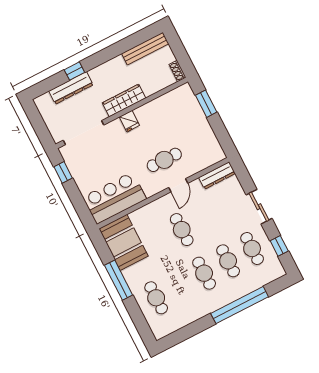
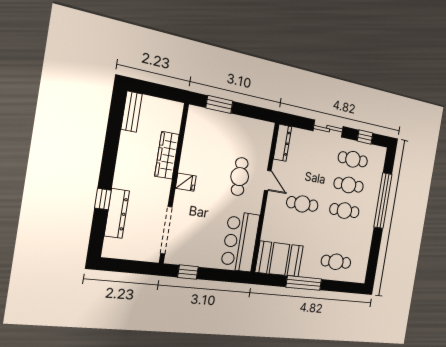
bench: (145, 49) -> (132, 112), width x0.73
shoe rack: (177, 71) -> (173, 106), removed
wardrobe: (124, 100) -> (167, 155), moved

